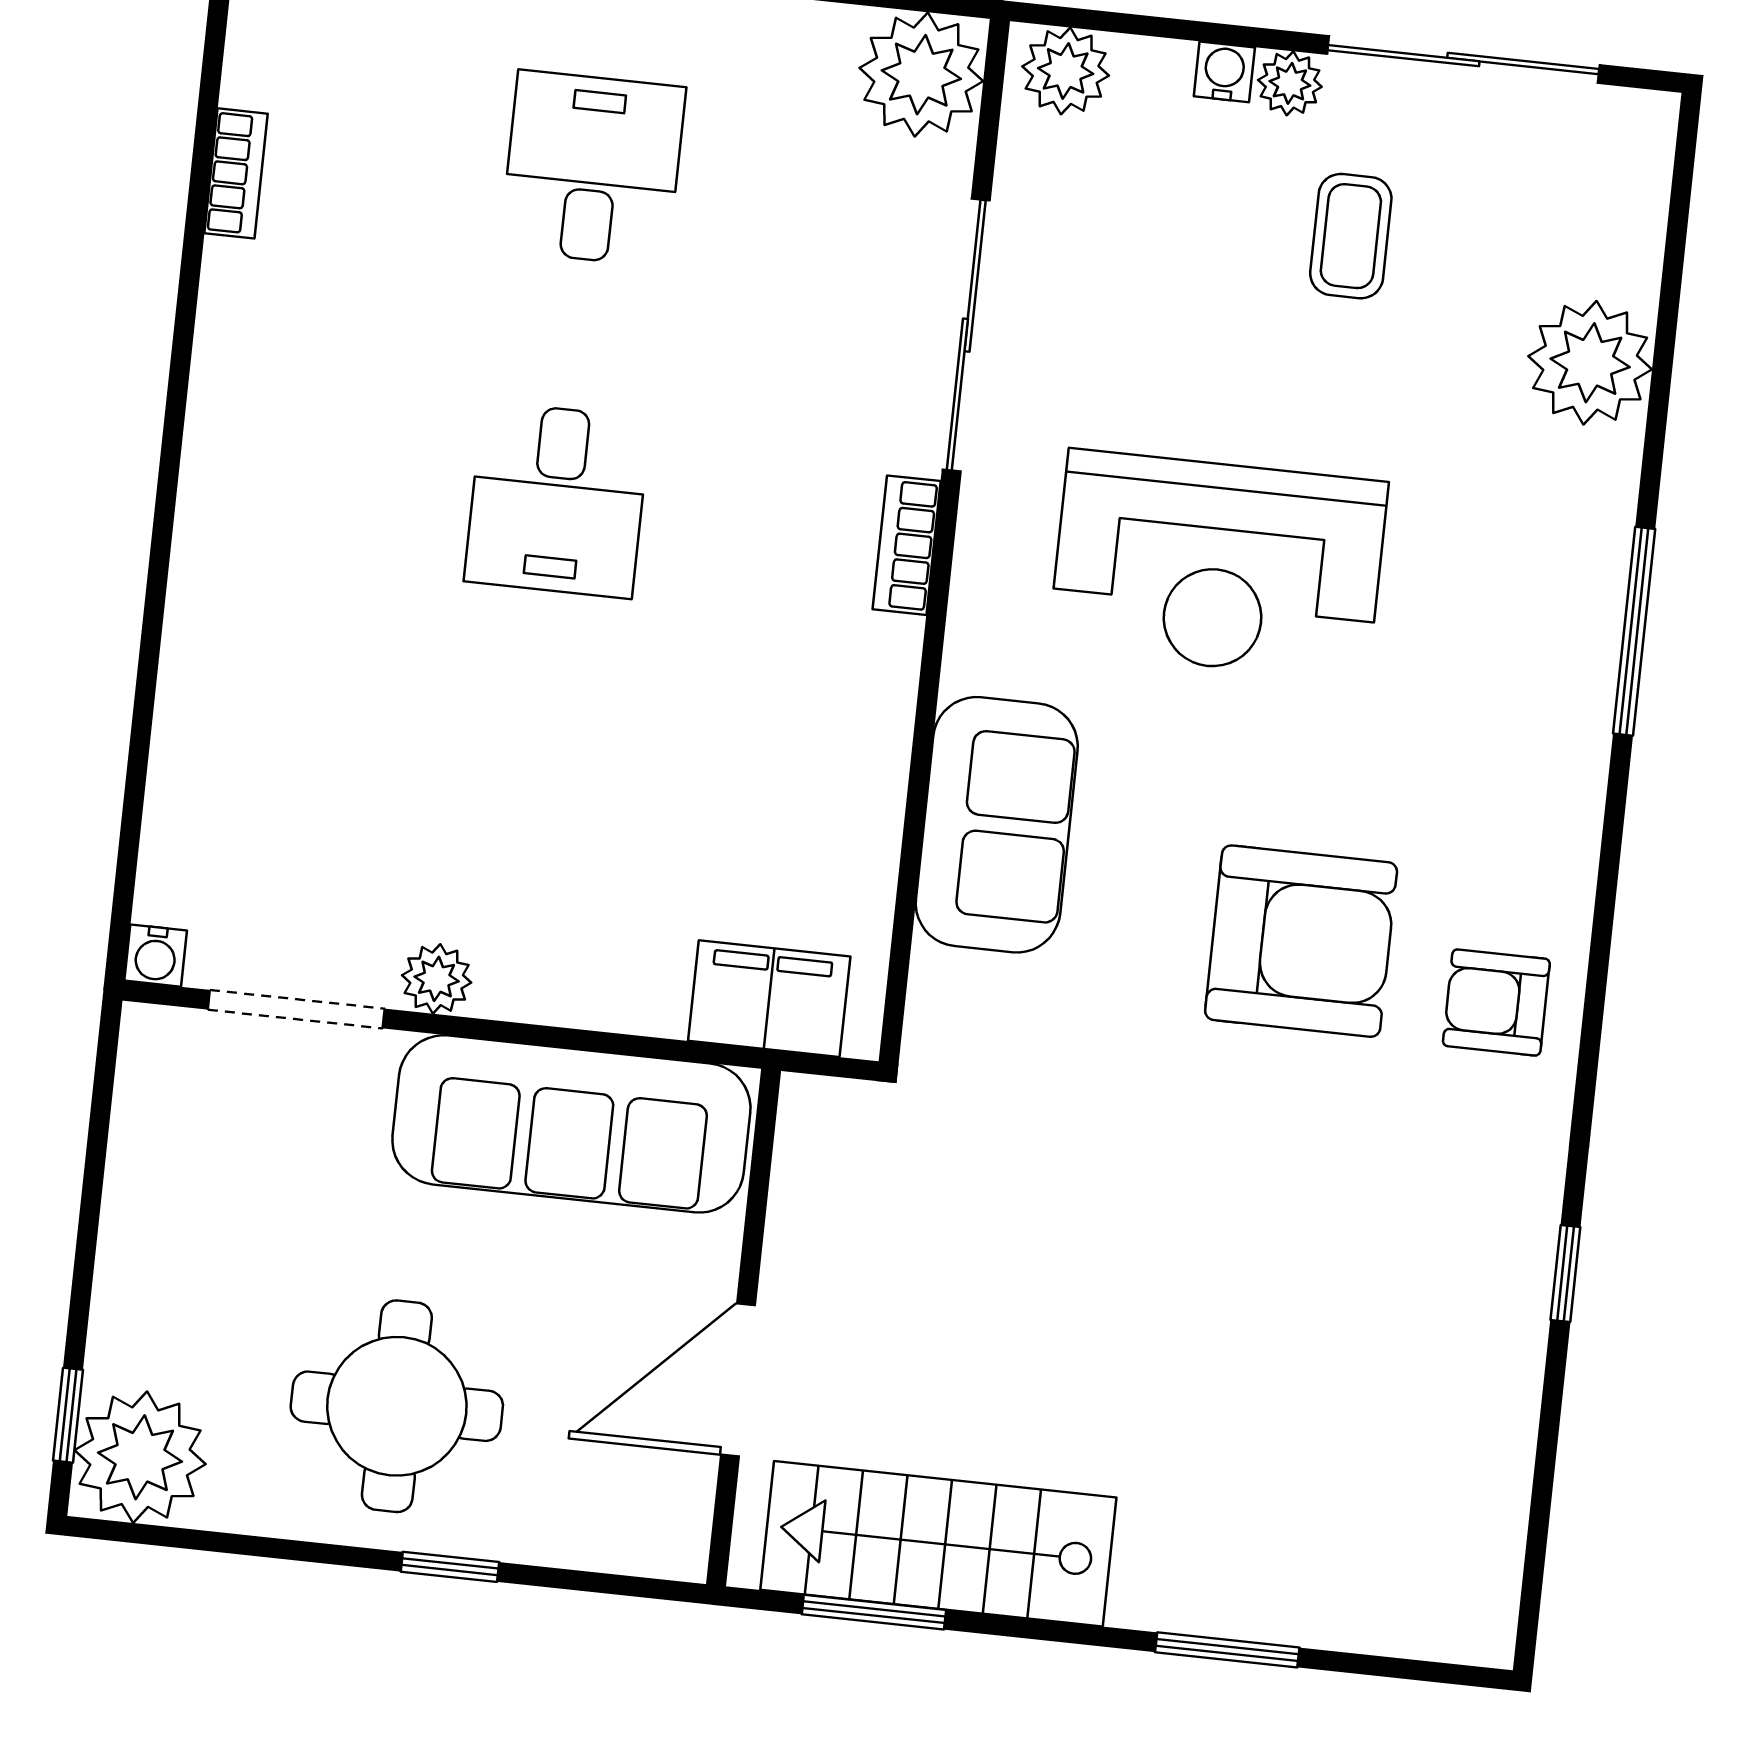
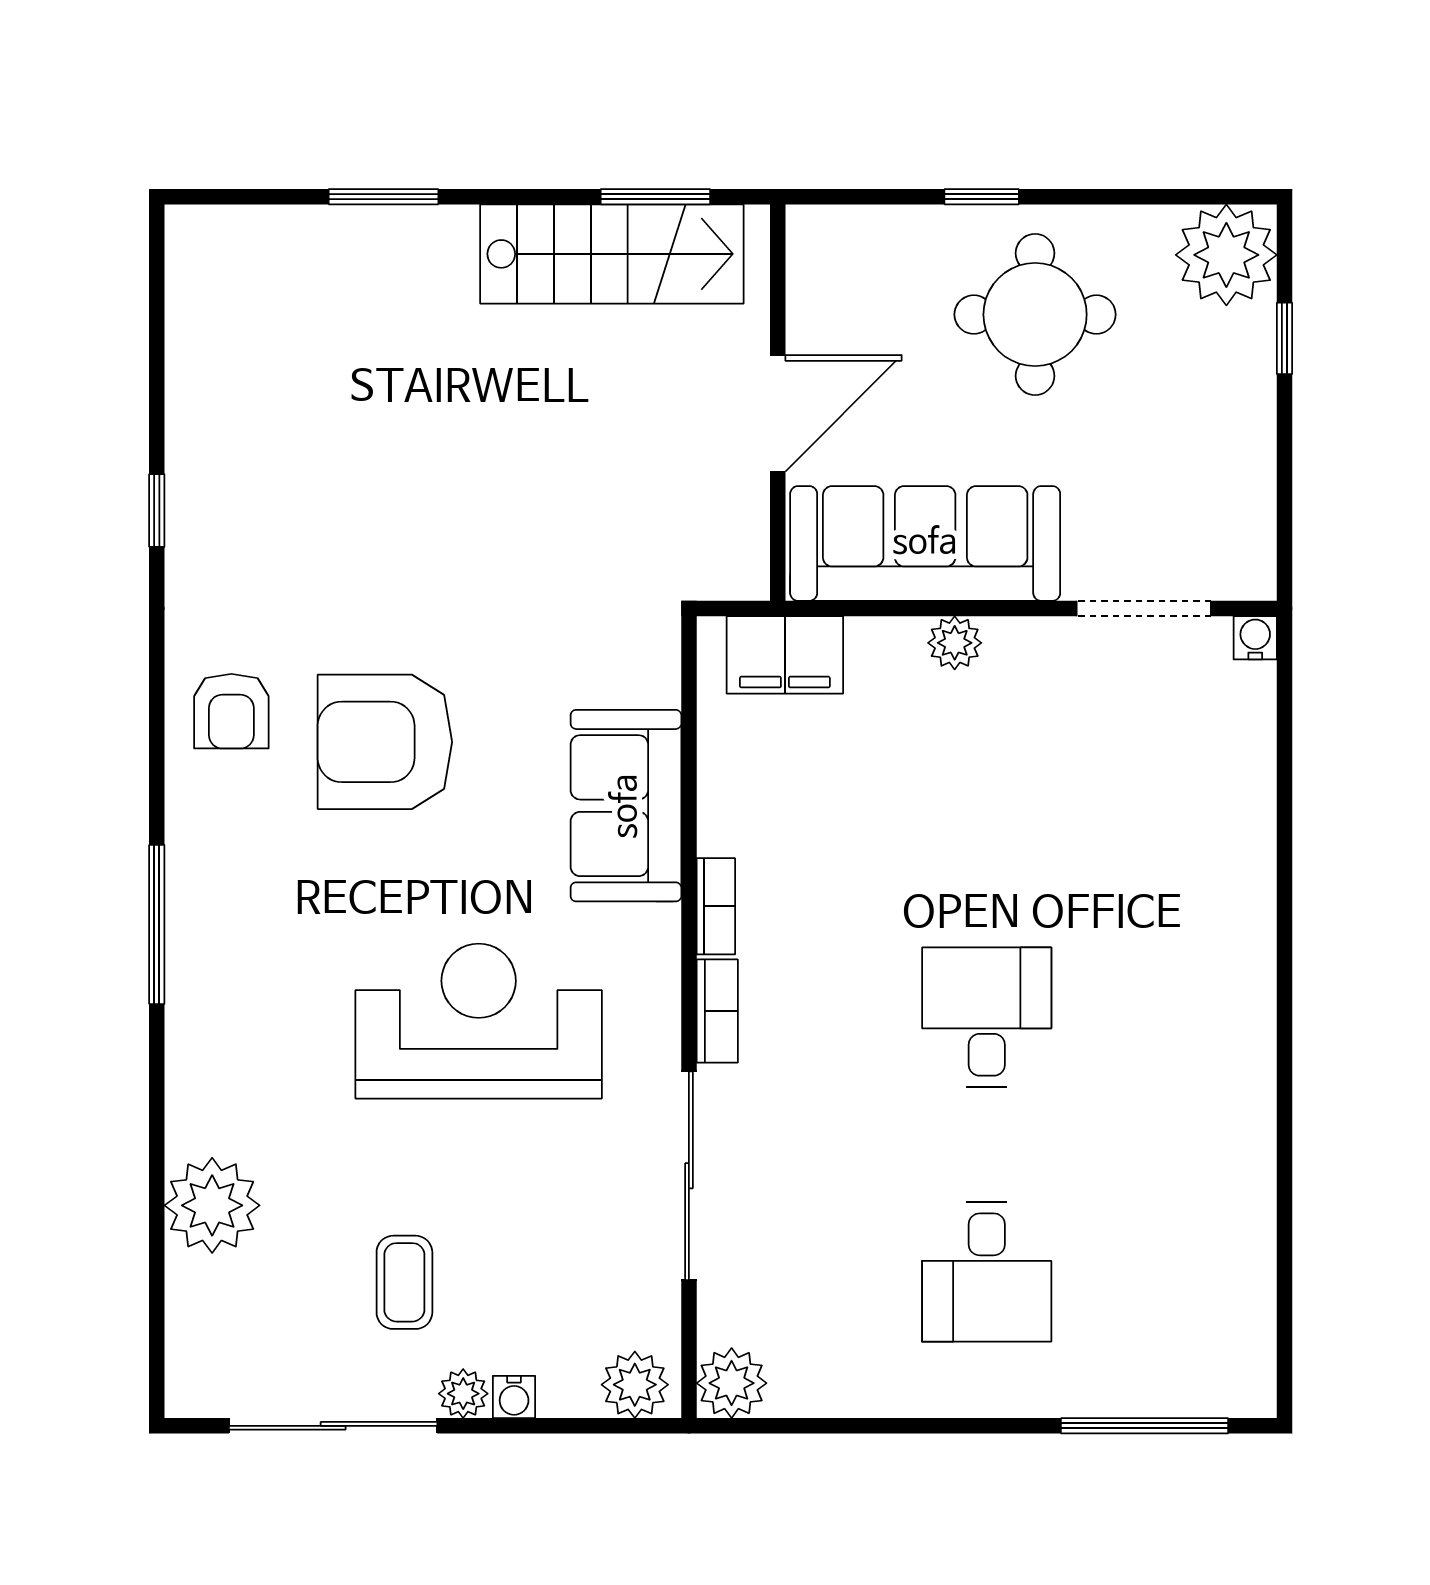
plant: (921, 75) -> (732, 1383), width x0.73, depth x0.73
bookcase: (236, 173) -> (716, 906), moved, turned 180
window: (1634, 631) -> (157, 924), moved
plant: (437, 979) -> (955, 643), moved
armchair: (1496, 1002) -> (231, 711), turned 90
door: (738, 1380) -> (778, 413), moved
window: (68, 1415) -> (1285, 338), moved

